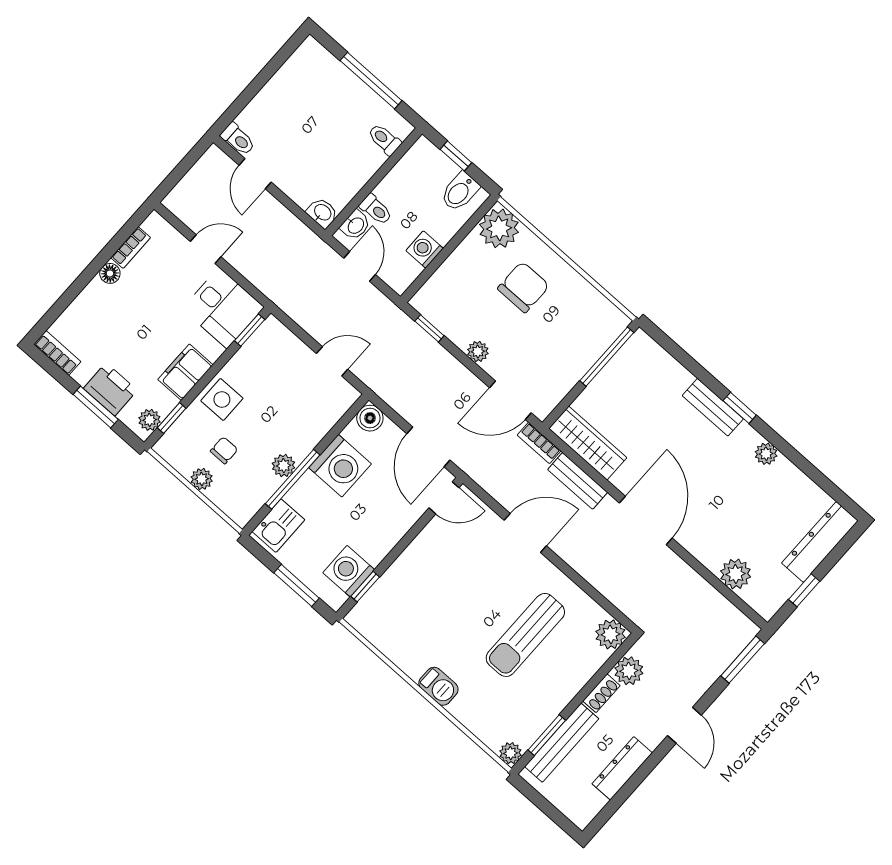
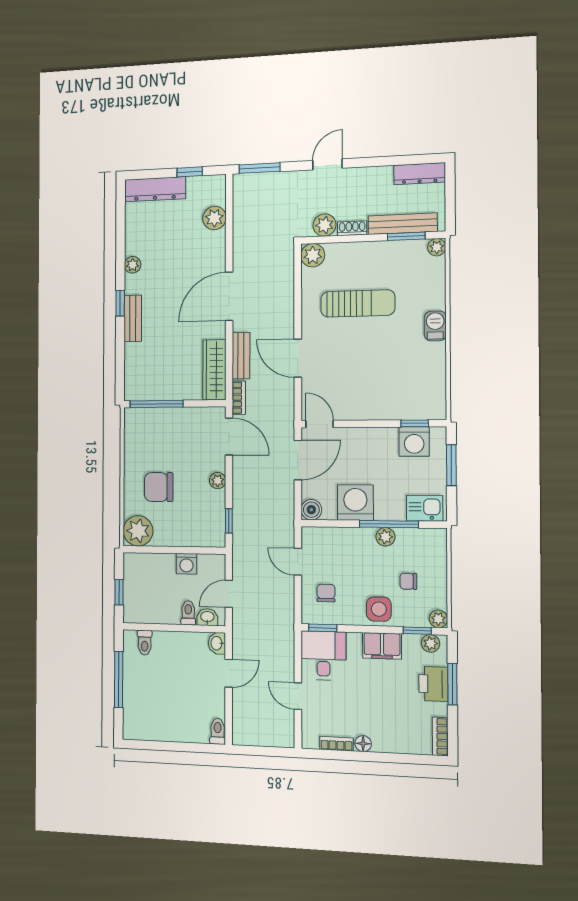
door: (255, 174) -> (229, 673), moved
bidet: (460, 192) -> (137, 572), removed
chair: (279, 362) -> (326, 593), added
plant: (202, 479) -> (438, 619), moved
dresser: (622, 768) -> (420, 174), moved

